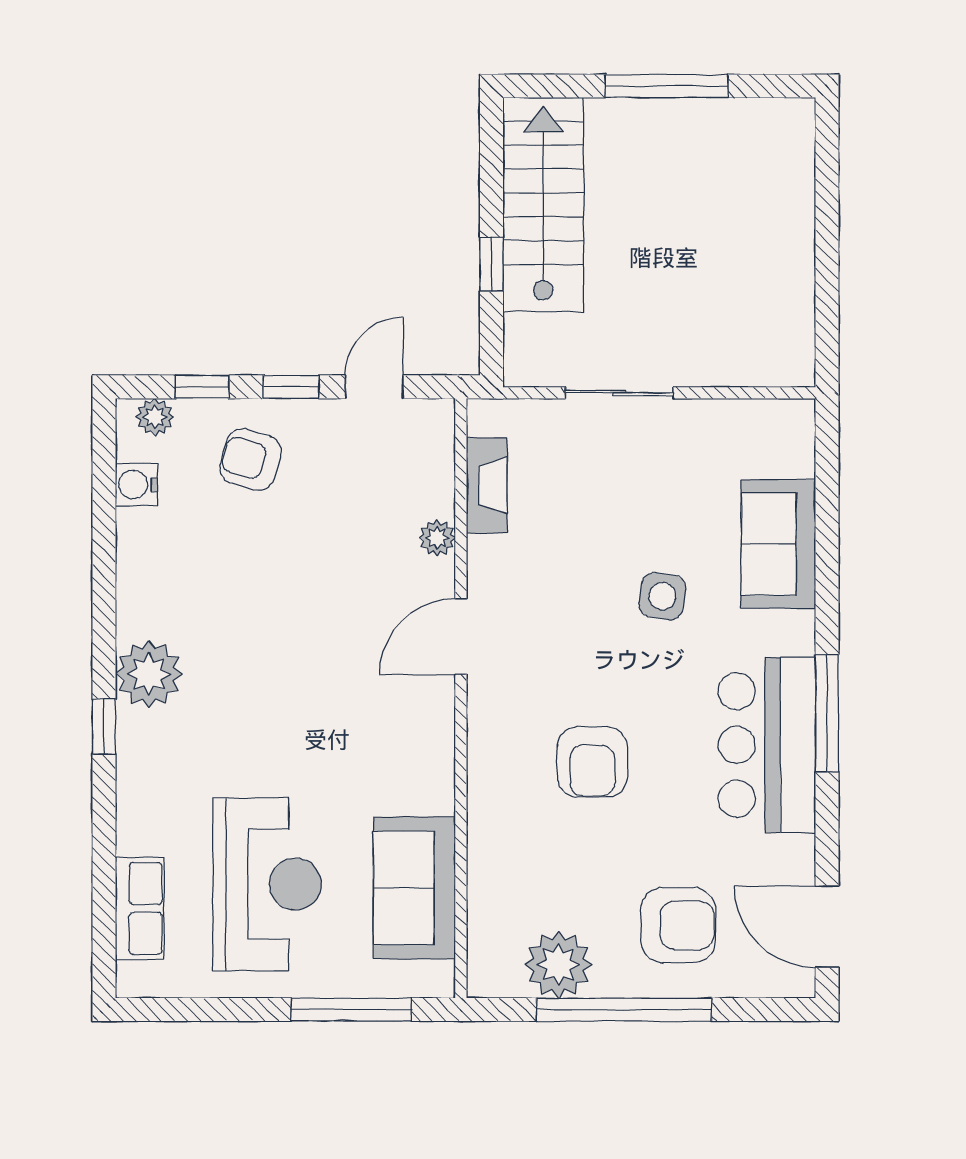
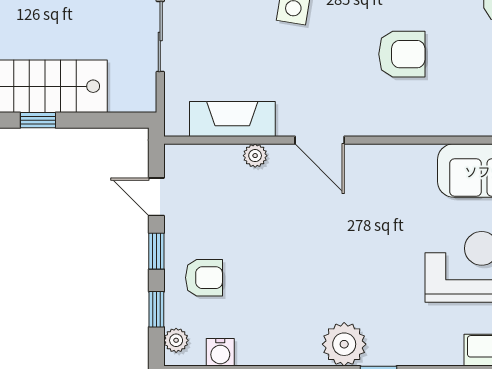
window: (491, 264) -> (38, 120), moved
armchair: (251, 460) -> (204, 278), turned -106
fireplace: (487, 485) -> (232, 119), width x1.37, depth x1.32

